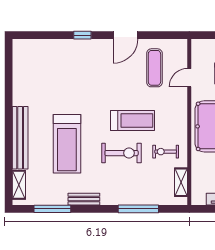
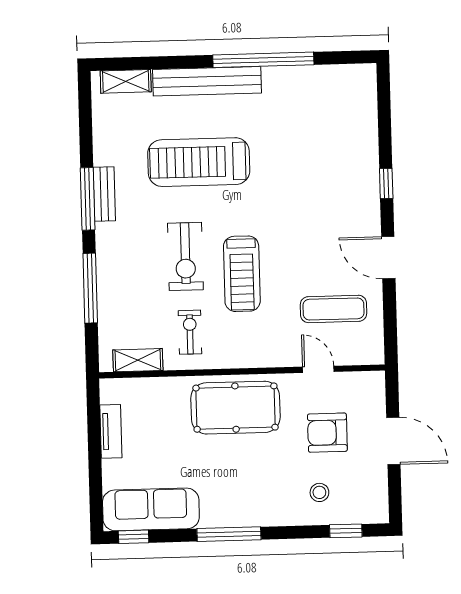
window: (9, 105) -> (263, 60), added
window: (52, 209) -> (88, 199), moved

